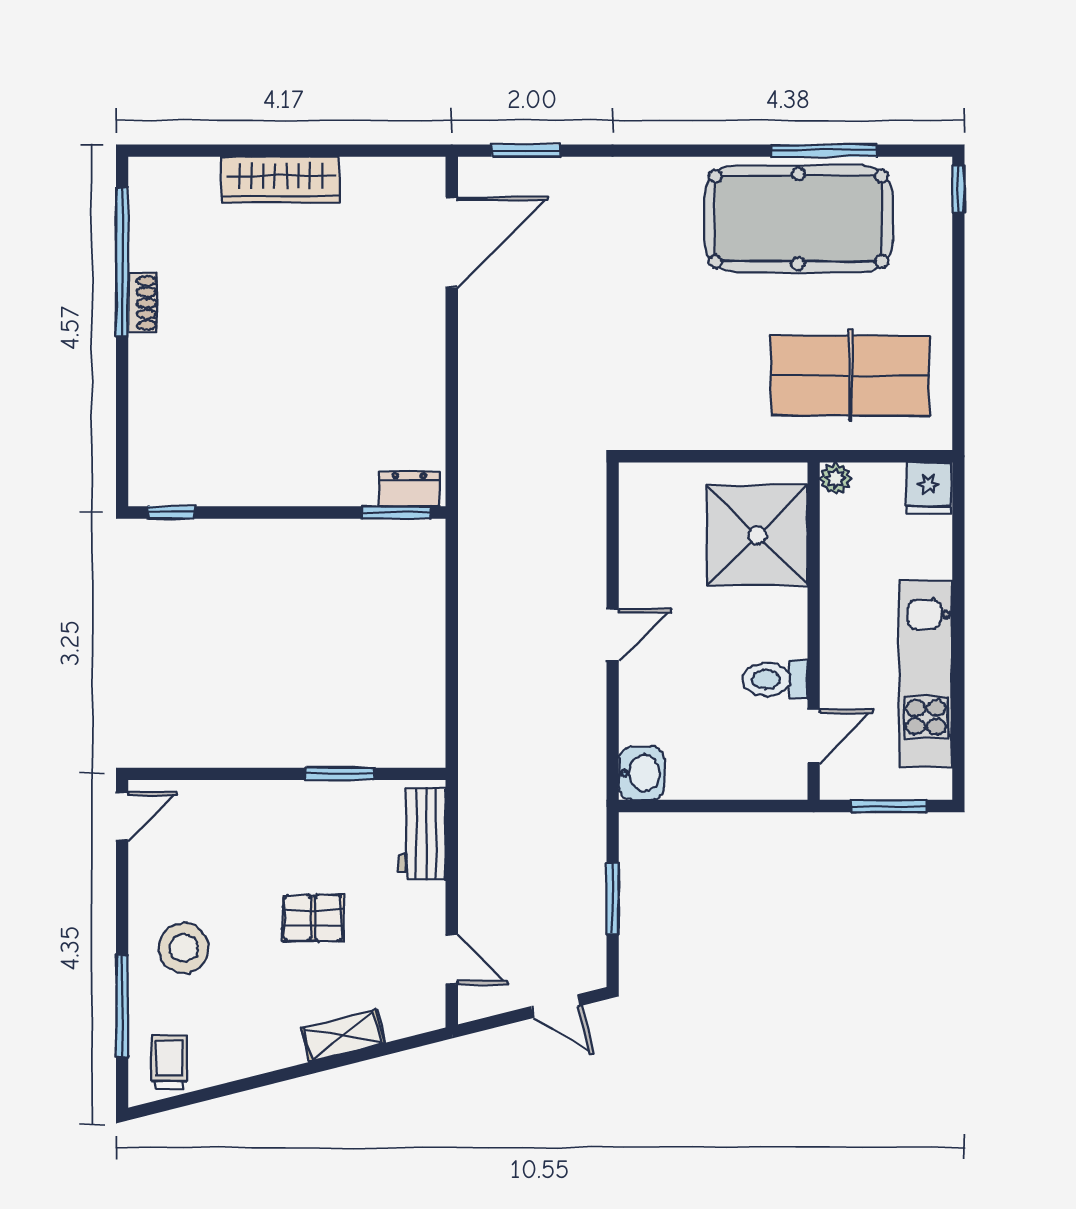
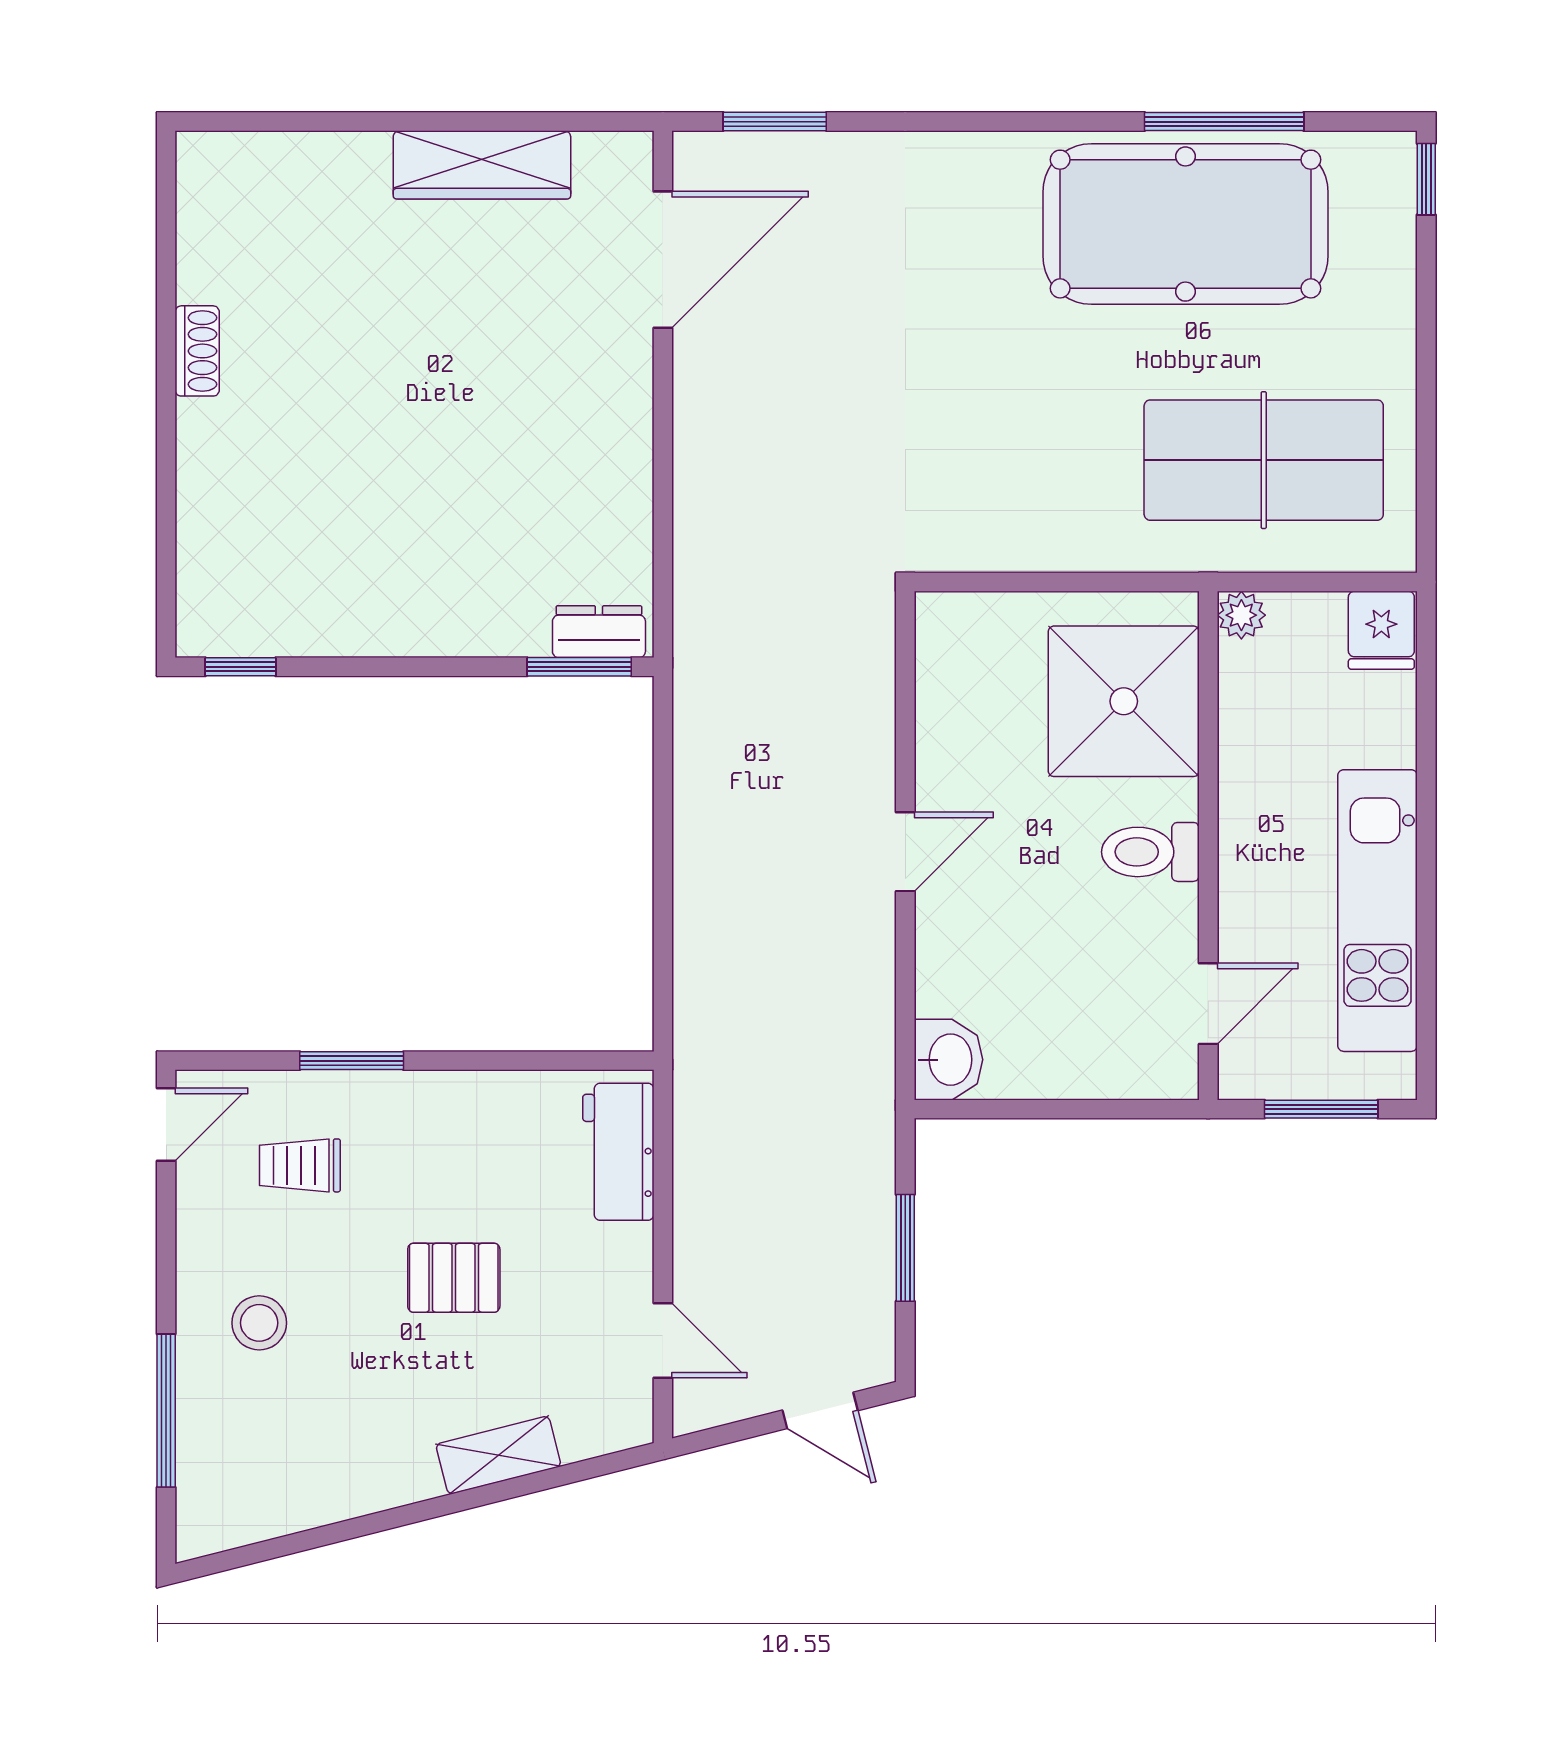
wardrobe: (281, 179) -> (482, 165), moved
window: (122, 262) -> (166, 289), removed
toilet: (775, 679) -> (1150, 852), moved
window: (340, 774) -> (352, 1061), moved
stool: (184, 948) -> (259, 1323), width x0.73, depth x0.73
trolley: (169, 1062) -> (300, 1165), moved, turned -90

